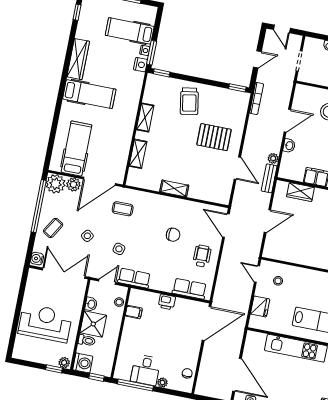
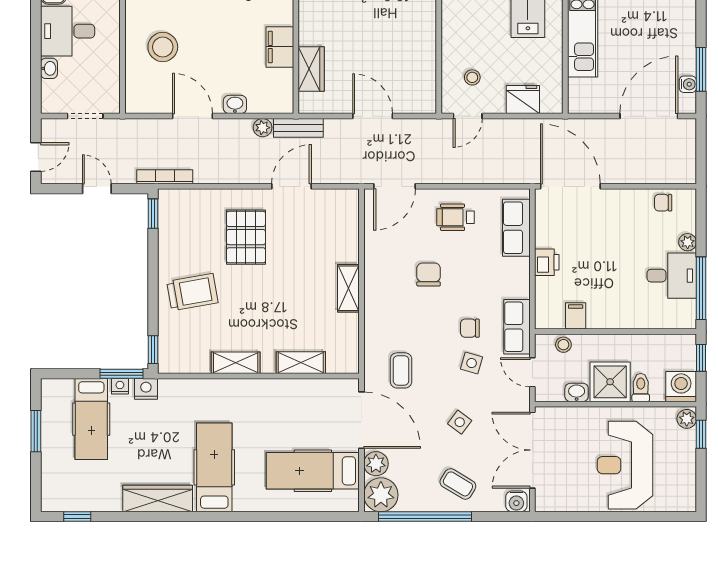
chair: (139, 252) -> (470, 328), added

